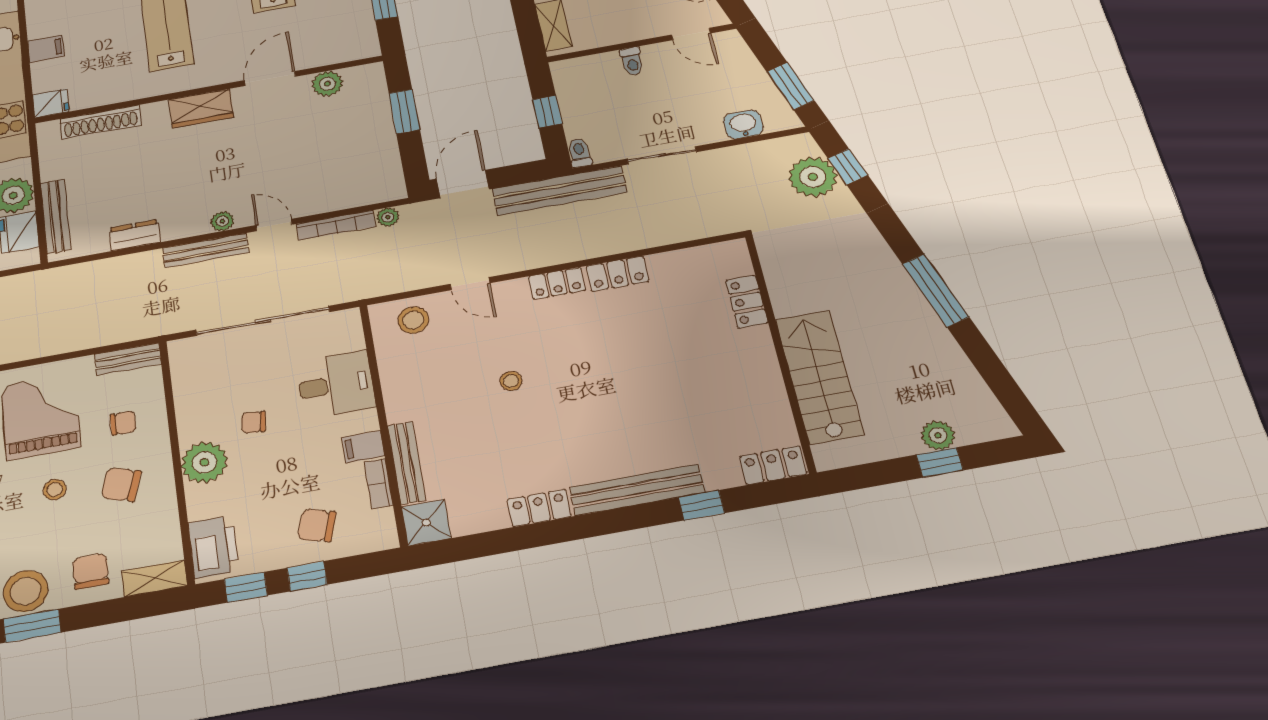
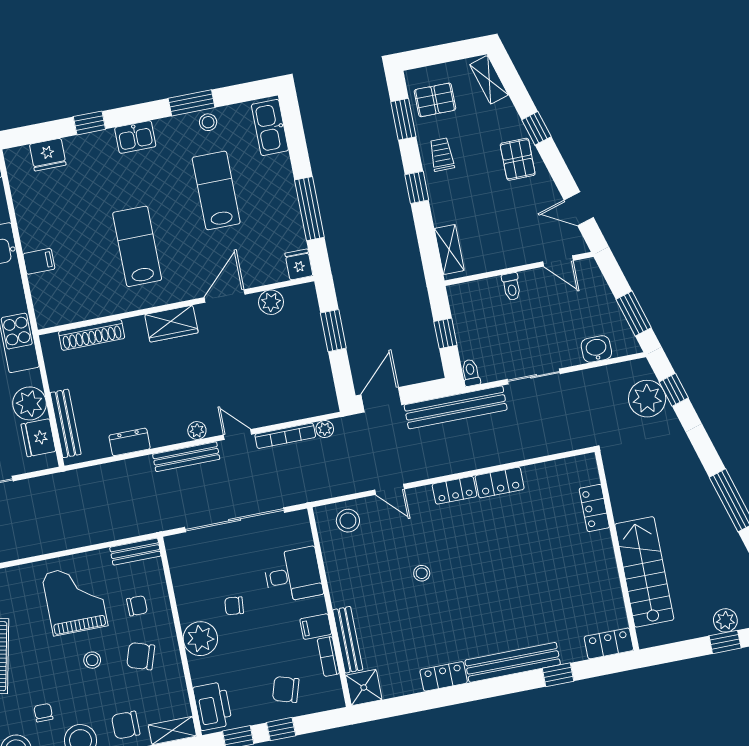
fridge: (51, 103) -> (299, 264), moved, turned -90
chair: (91, 571) -> (126, 725), turned -90

